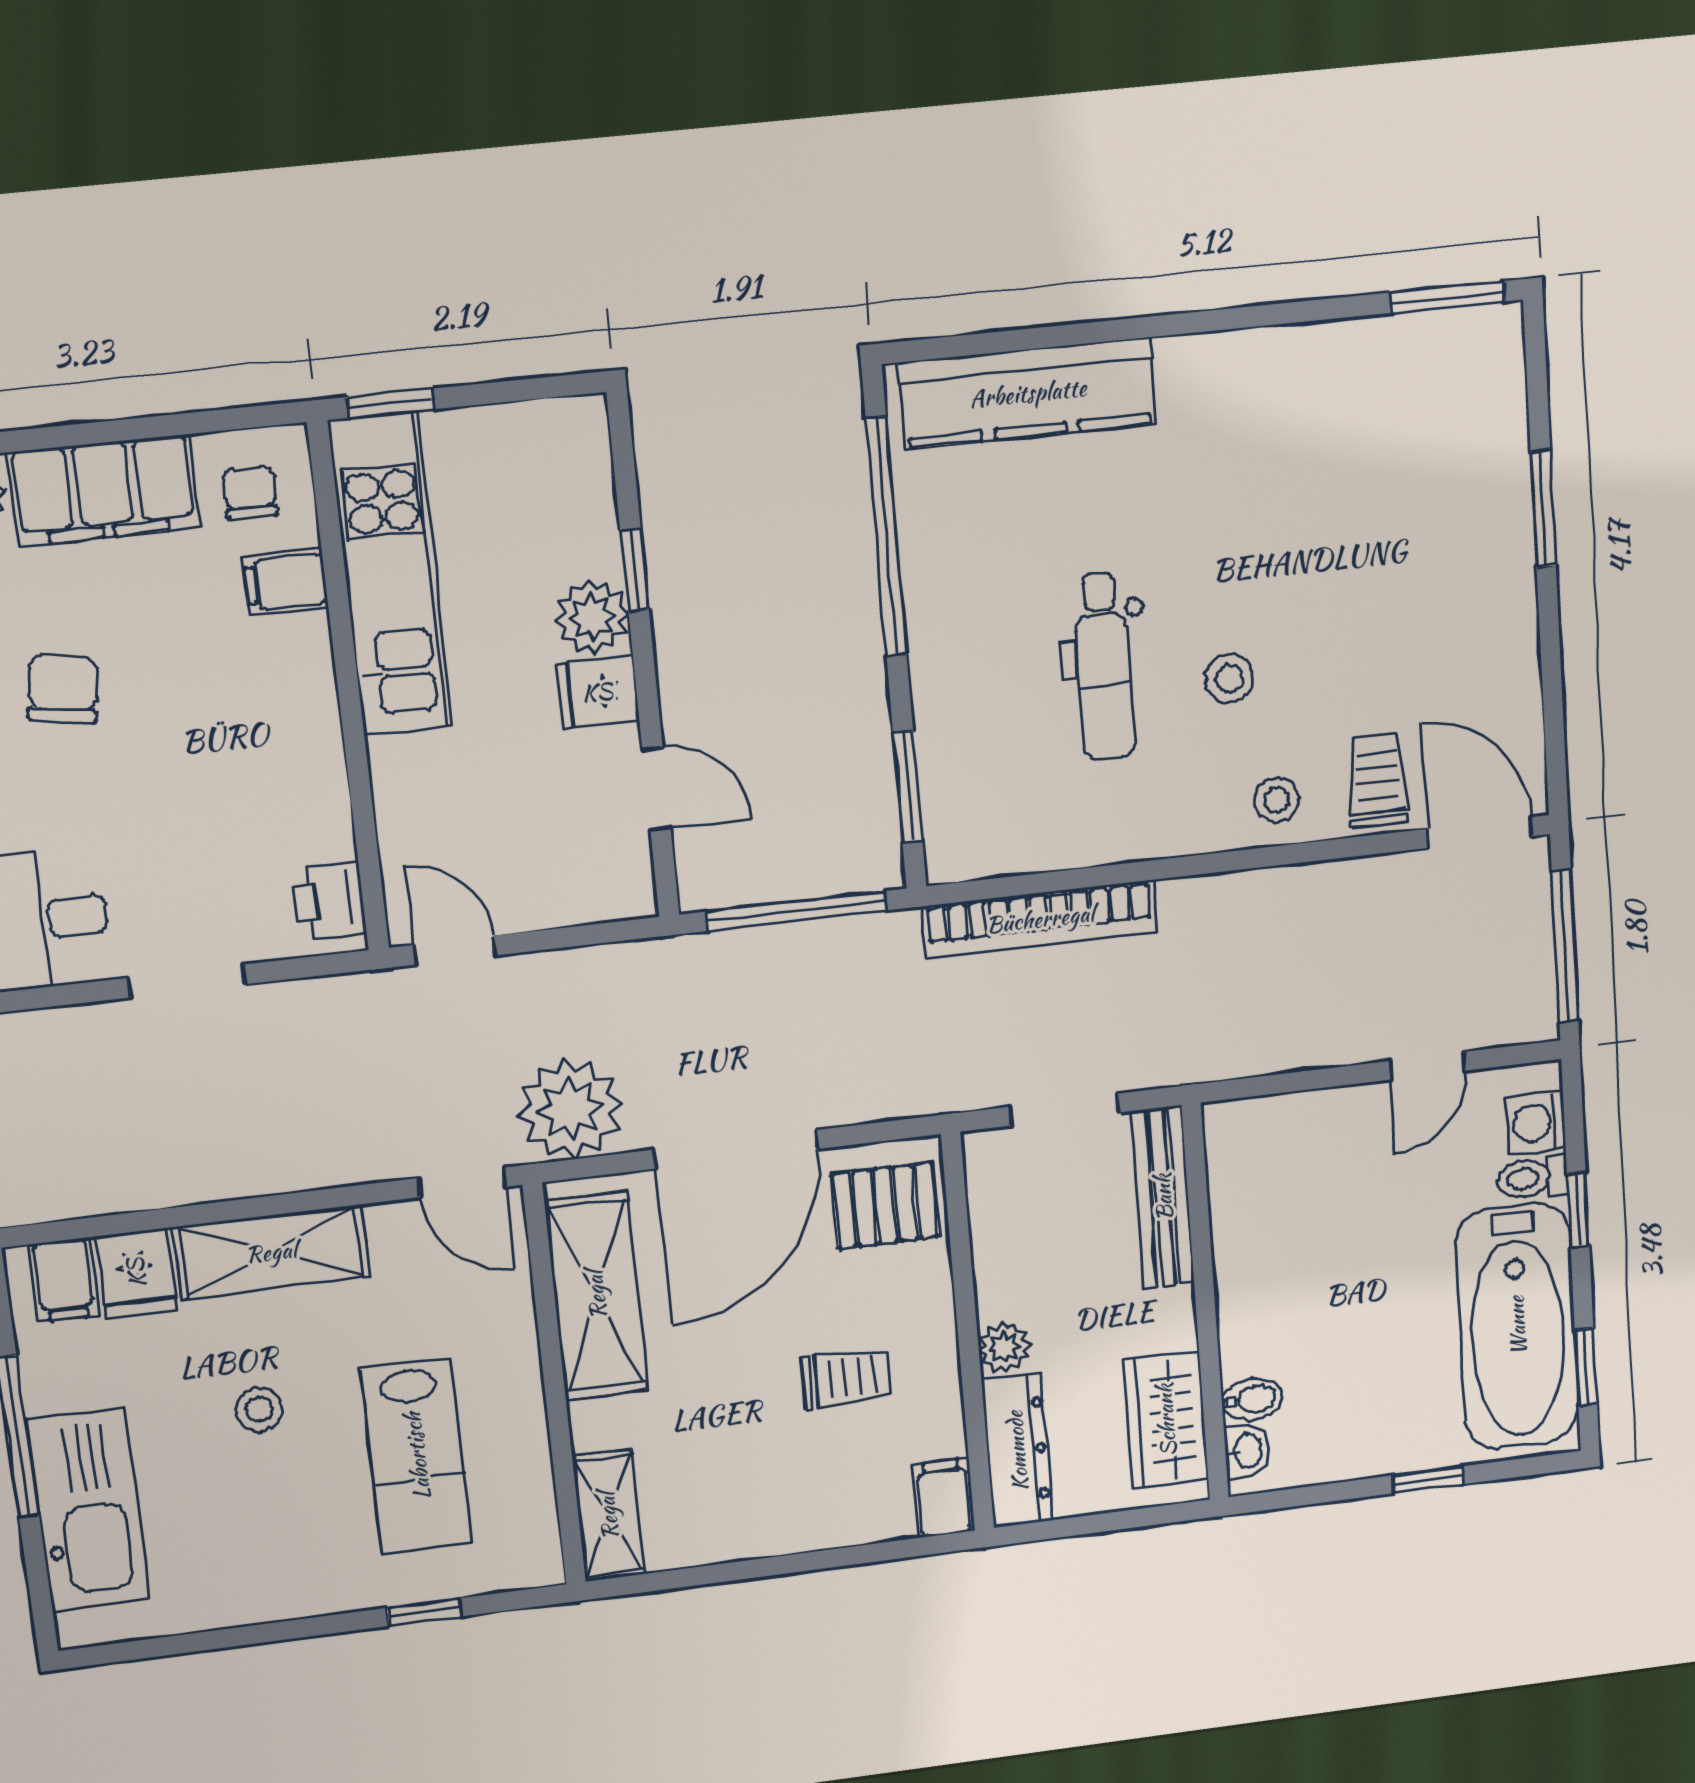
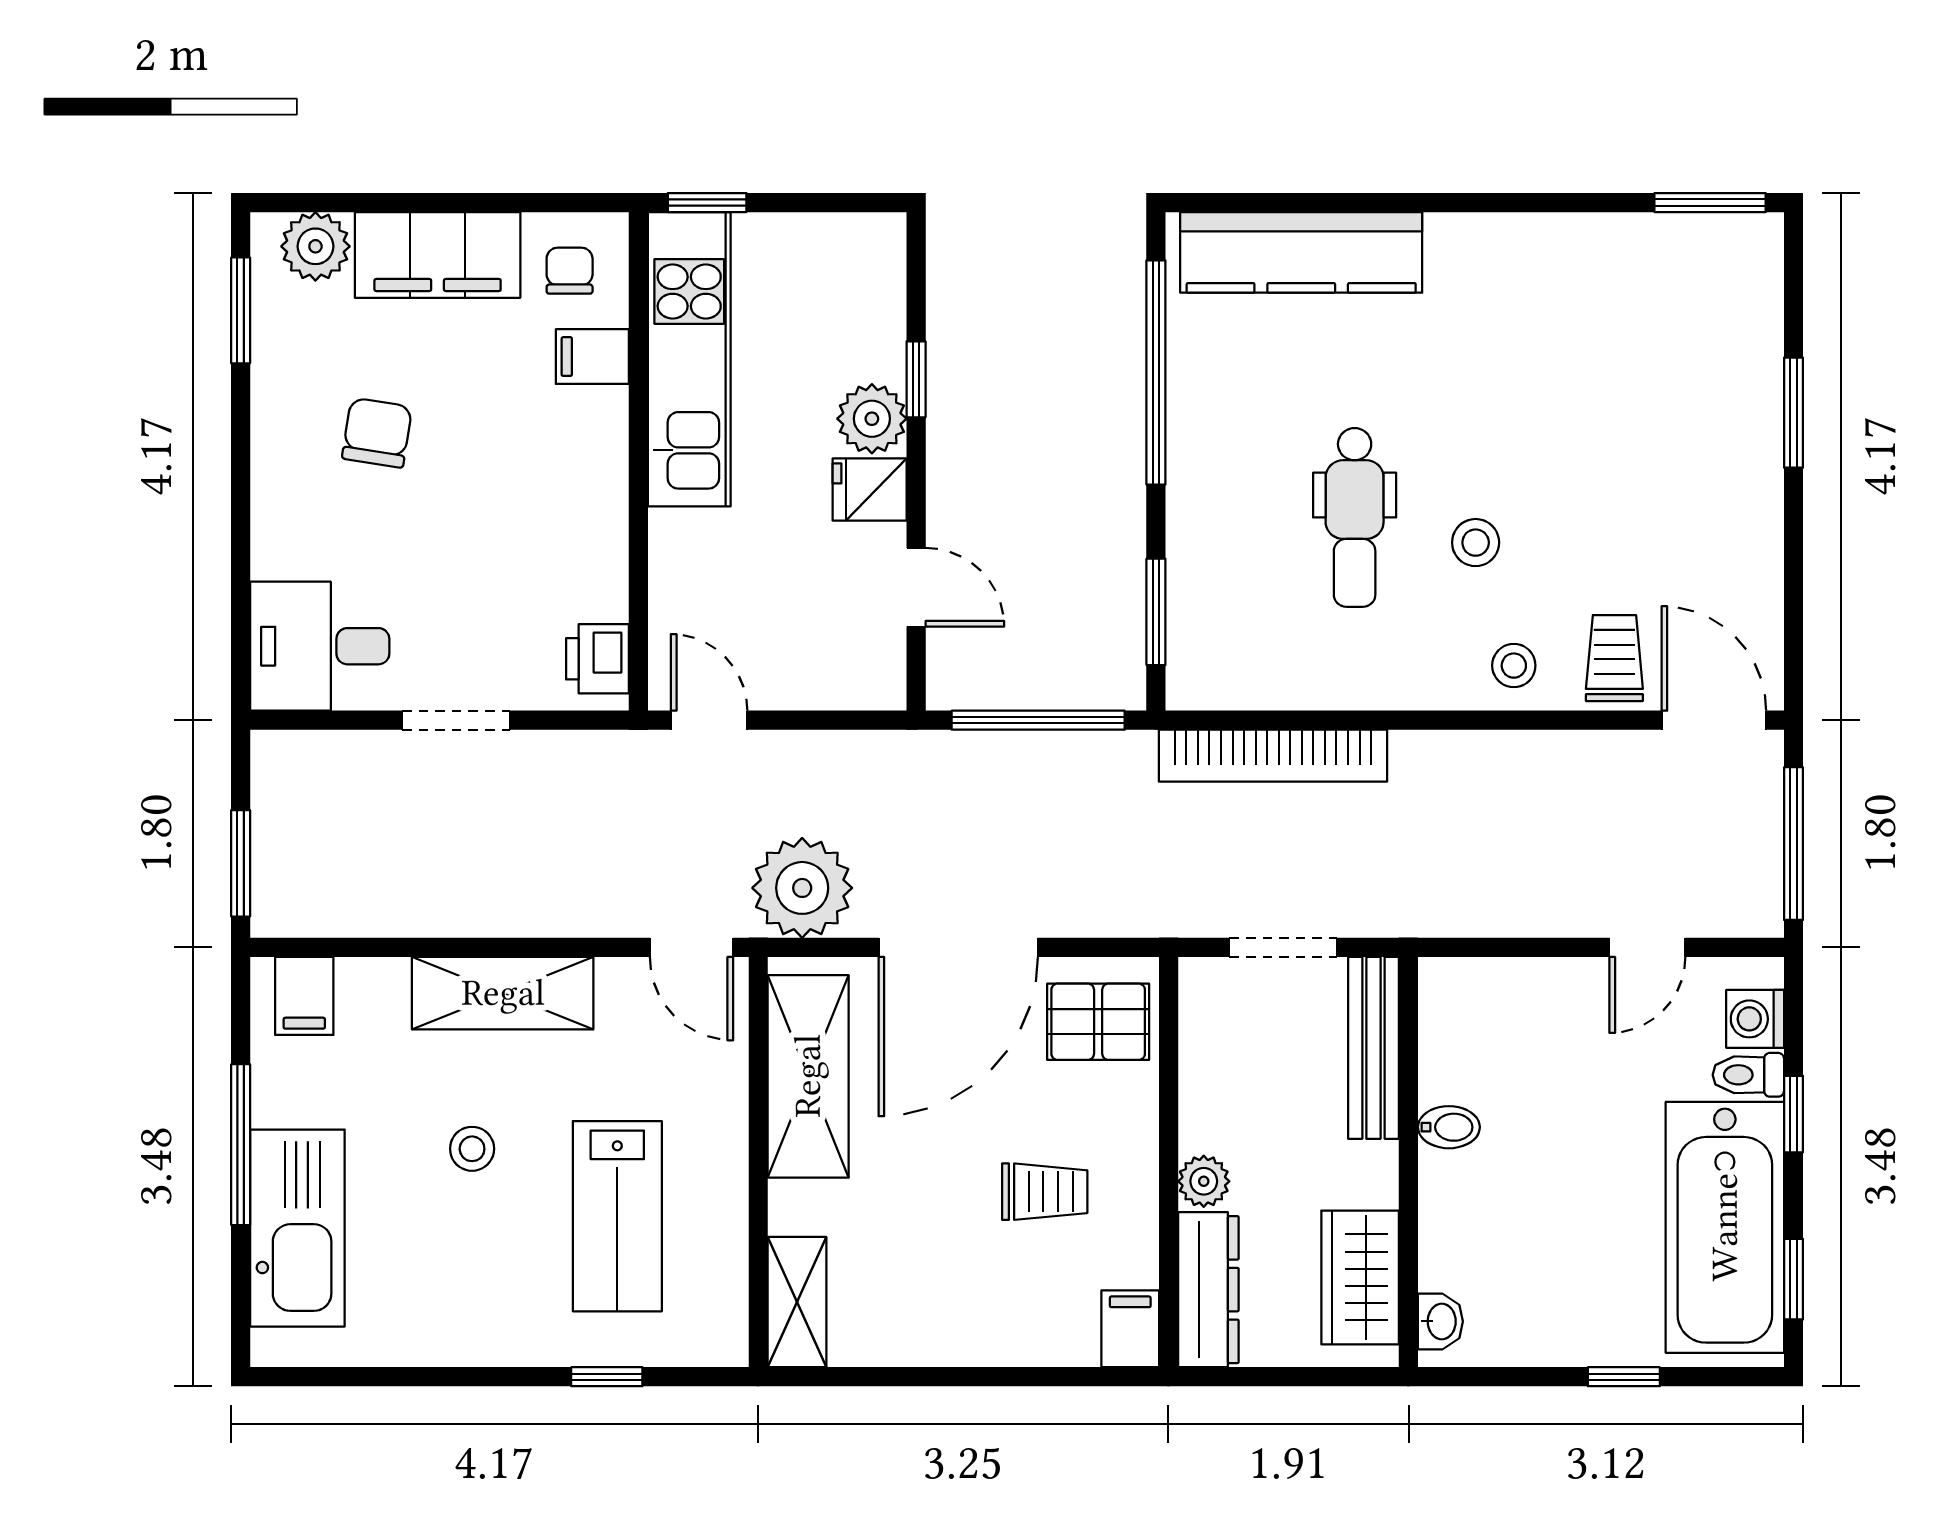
fridge: (136, 1273) -> (373, 998), removed
bidet: (1252, 1399) -> (1449, 1127), moved

